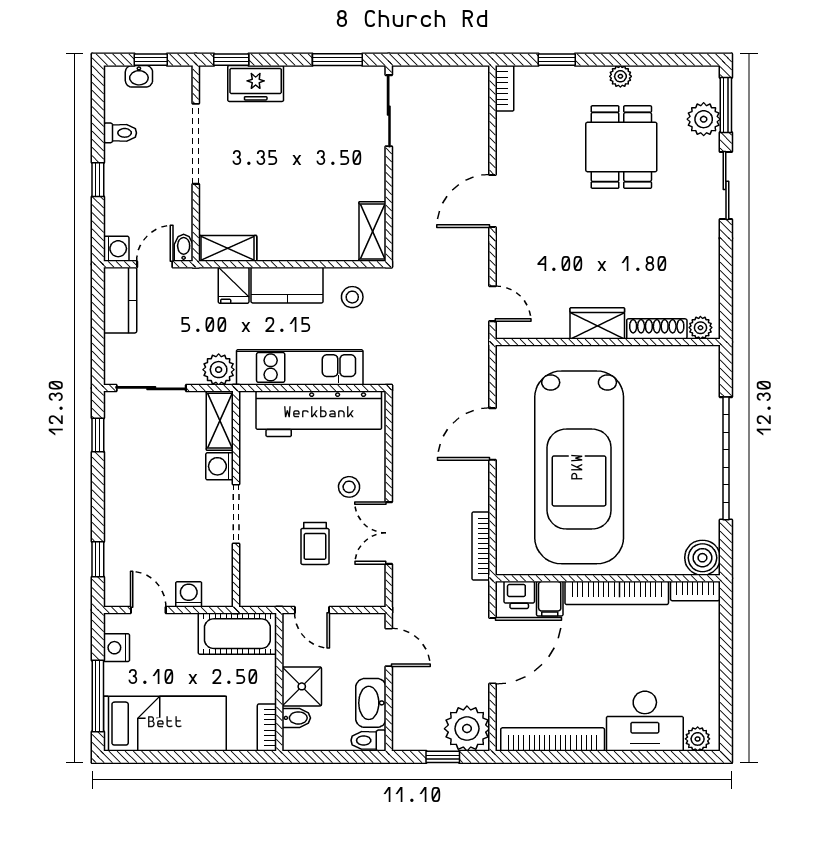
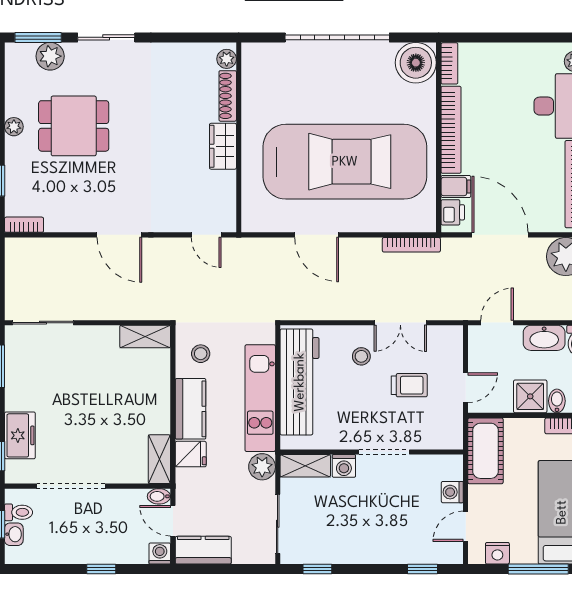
toilet: (120, 133) -> (19, 512), moved, turned 90
door: (493, 304) -> (206, 235), swing flipped
boiler: (702, 558) -> (416, 63), width x1.37, depth x1.37

